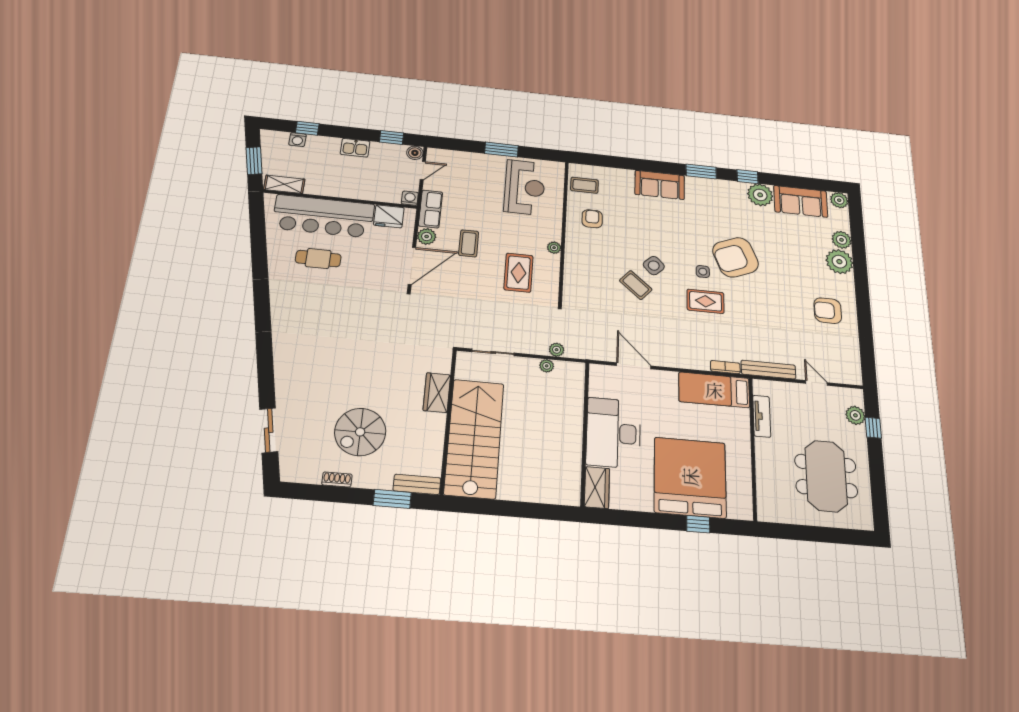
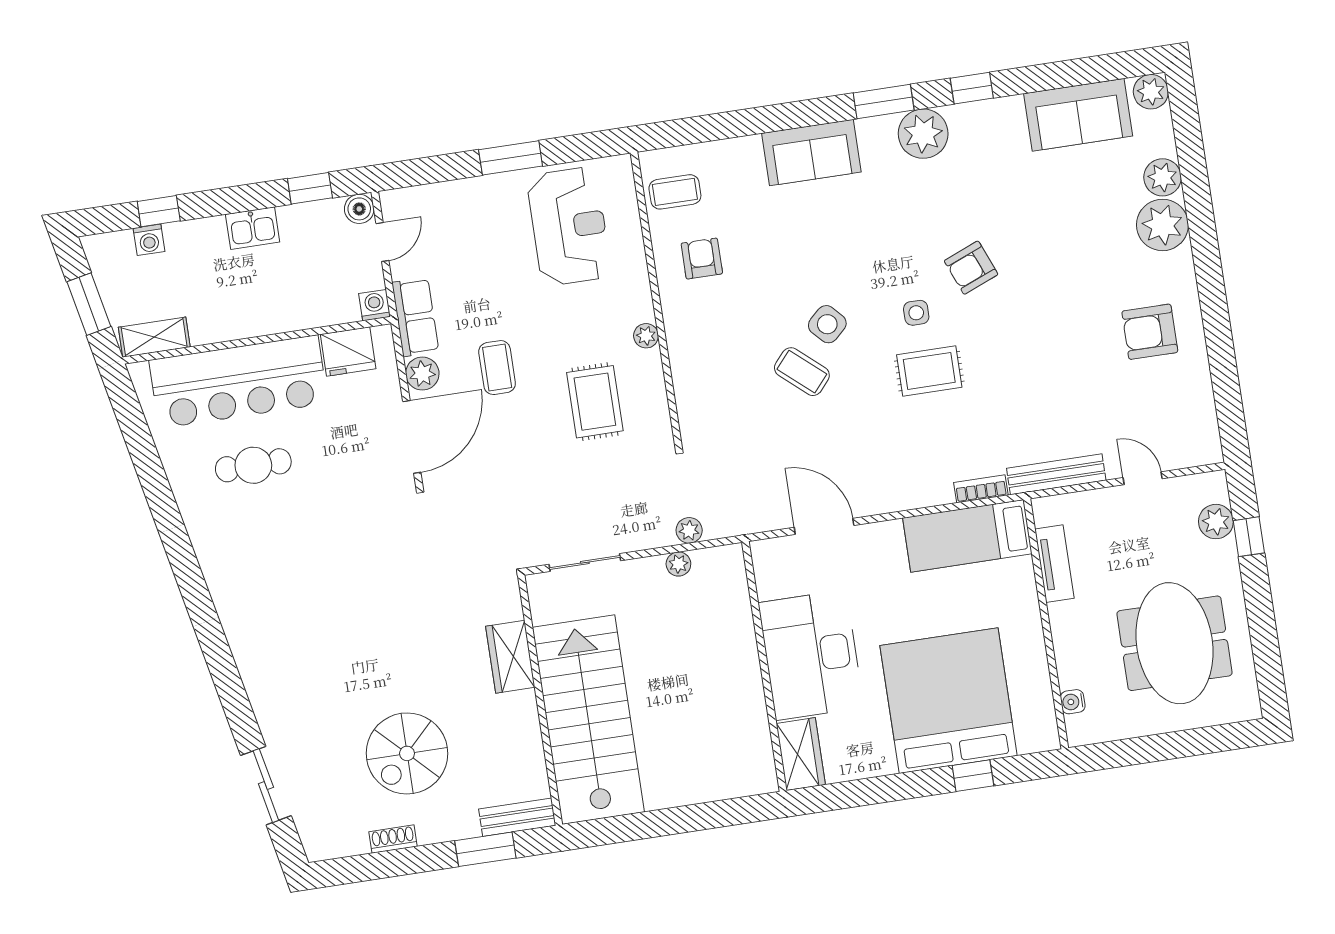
plant: (760, 195) -> (923, 134), moved
armchair: (735, 257) -> (971, 268), width x0.53, depth x0.53
water cooler: (763, 495) -> (1073, 702), added

